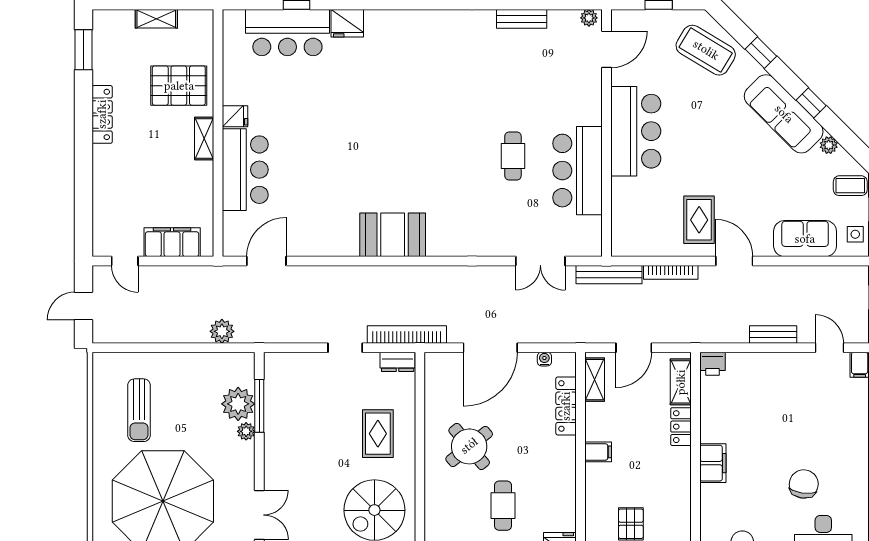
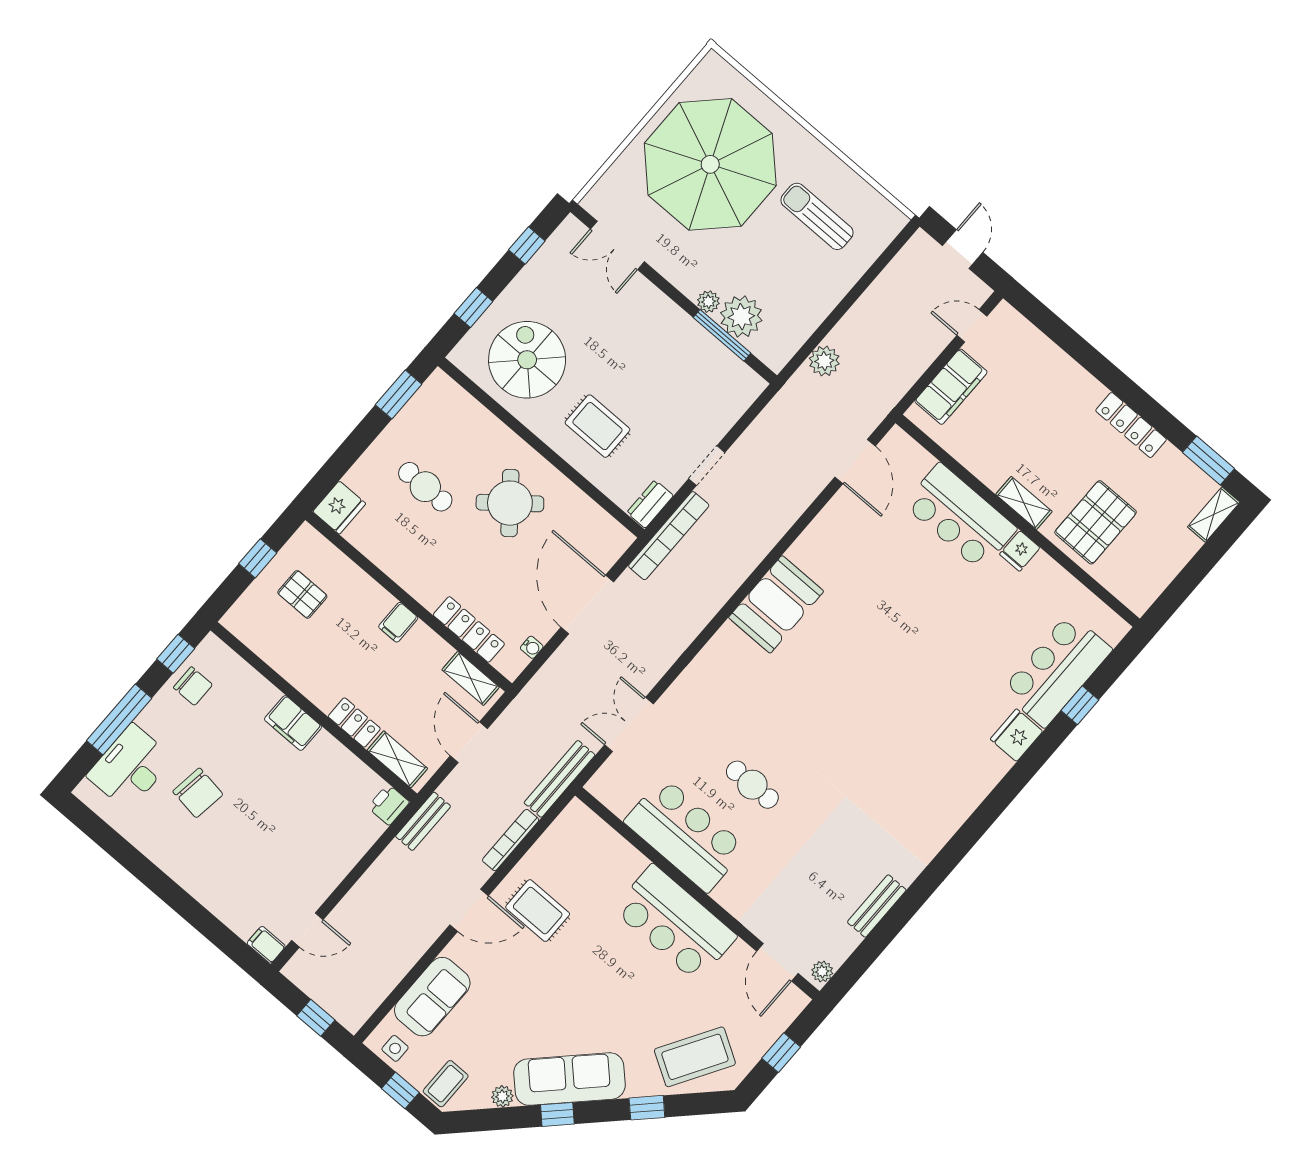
shelving: (156, 19) -> (1214, 515), moved
bench: (773, 335) -> (423, 821), moved

